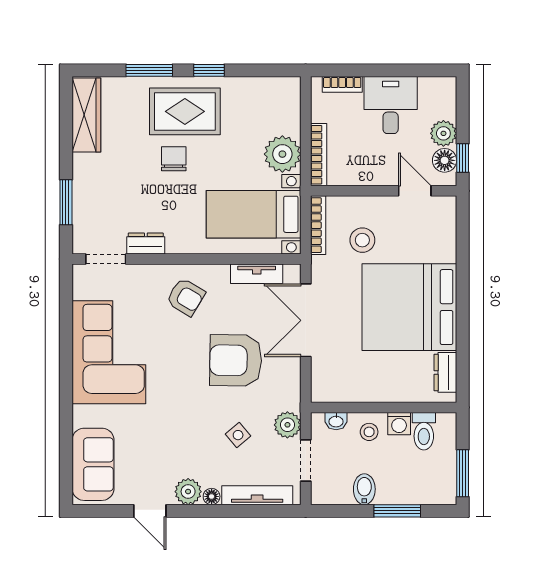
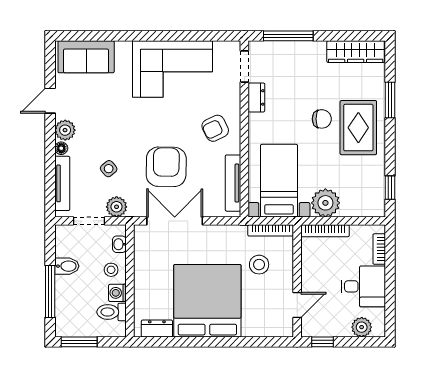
window: (209, 70) -> (390, 188), moved
plant: (443, 133) -> (362, 327), moved
floor lamp: (445, 160) -> (321, 328), removed
window: (66, 202) -> (288, 36), width x1.44
tv unit: (257, 274) -> (233, 183), width x1.41
armchair: (186, 297) -> (215, 128), turned 33
double door: (306, 320) -> (175, 221), moved
window: (397, 511) -> (50, 291), width x1.44

